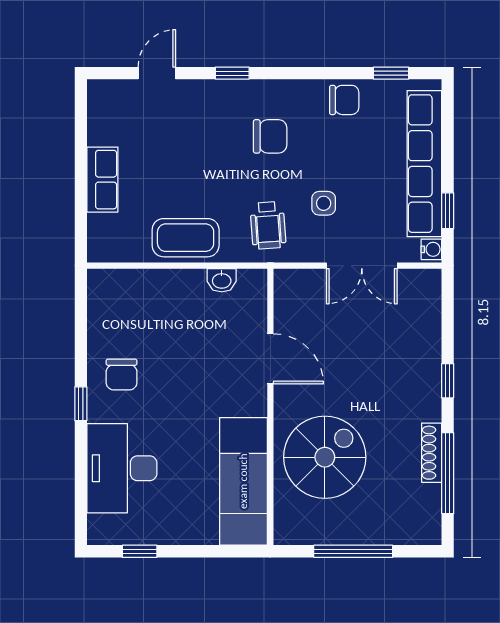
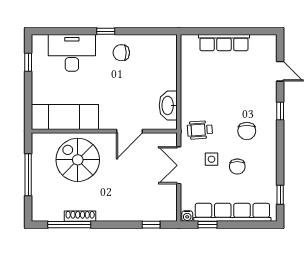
chair: (344, 100) -> (237, 167), moved
row of seats: (102, 180) -> (224, 43), width x1.48
coffee table: (186, 238) -> (193, 86), removed
double door: (362, 266) -> (179, 165), moved
washbasin: (222, 280) -> (168, 105), width x1.91, depth x1.45
window: (448, 381) -> (151, 225), moved
spiral stairs: (325, 457) -> (78, 160), turned 180

